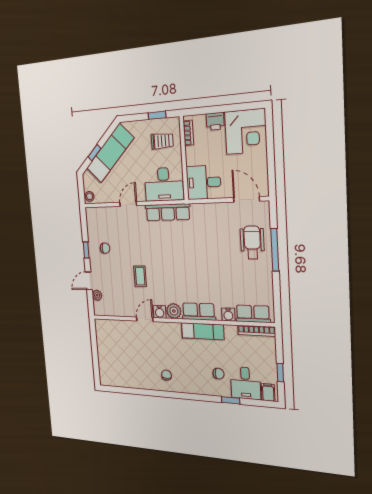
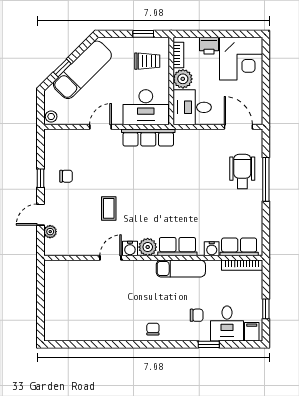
plant: (194, 156) -> (183, 79), added
chair: (167, 375) -> (153, 329), moved

